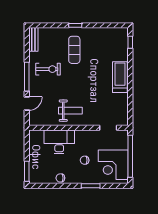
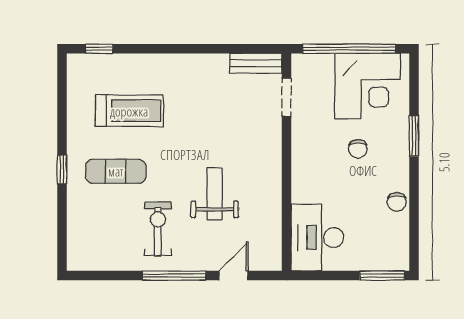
bench: (33, 39) -> (256, 63), moved
treadmill: (120, 77) -> (129, 111), moved, turned 180
door: (27, 104) -> (233, 276), hinge flipped
weight bench: (70, 111) -> (215, 194), moved
desk: (59, 142) -> (317, 238), moved

